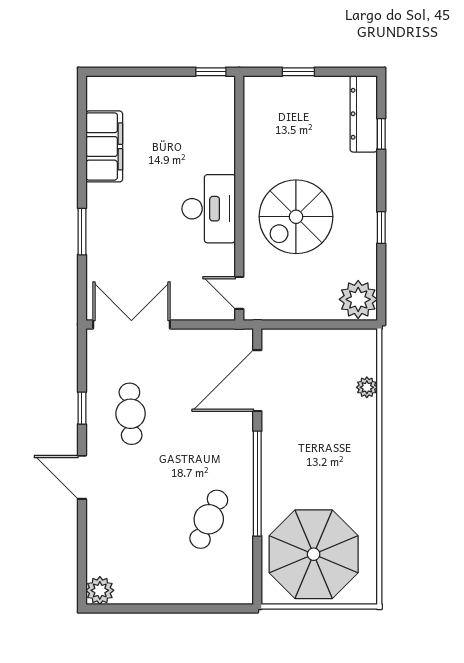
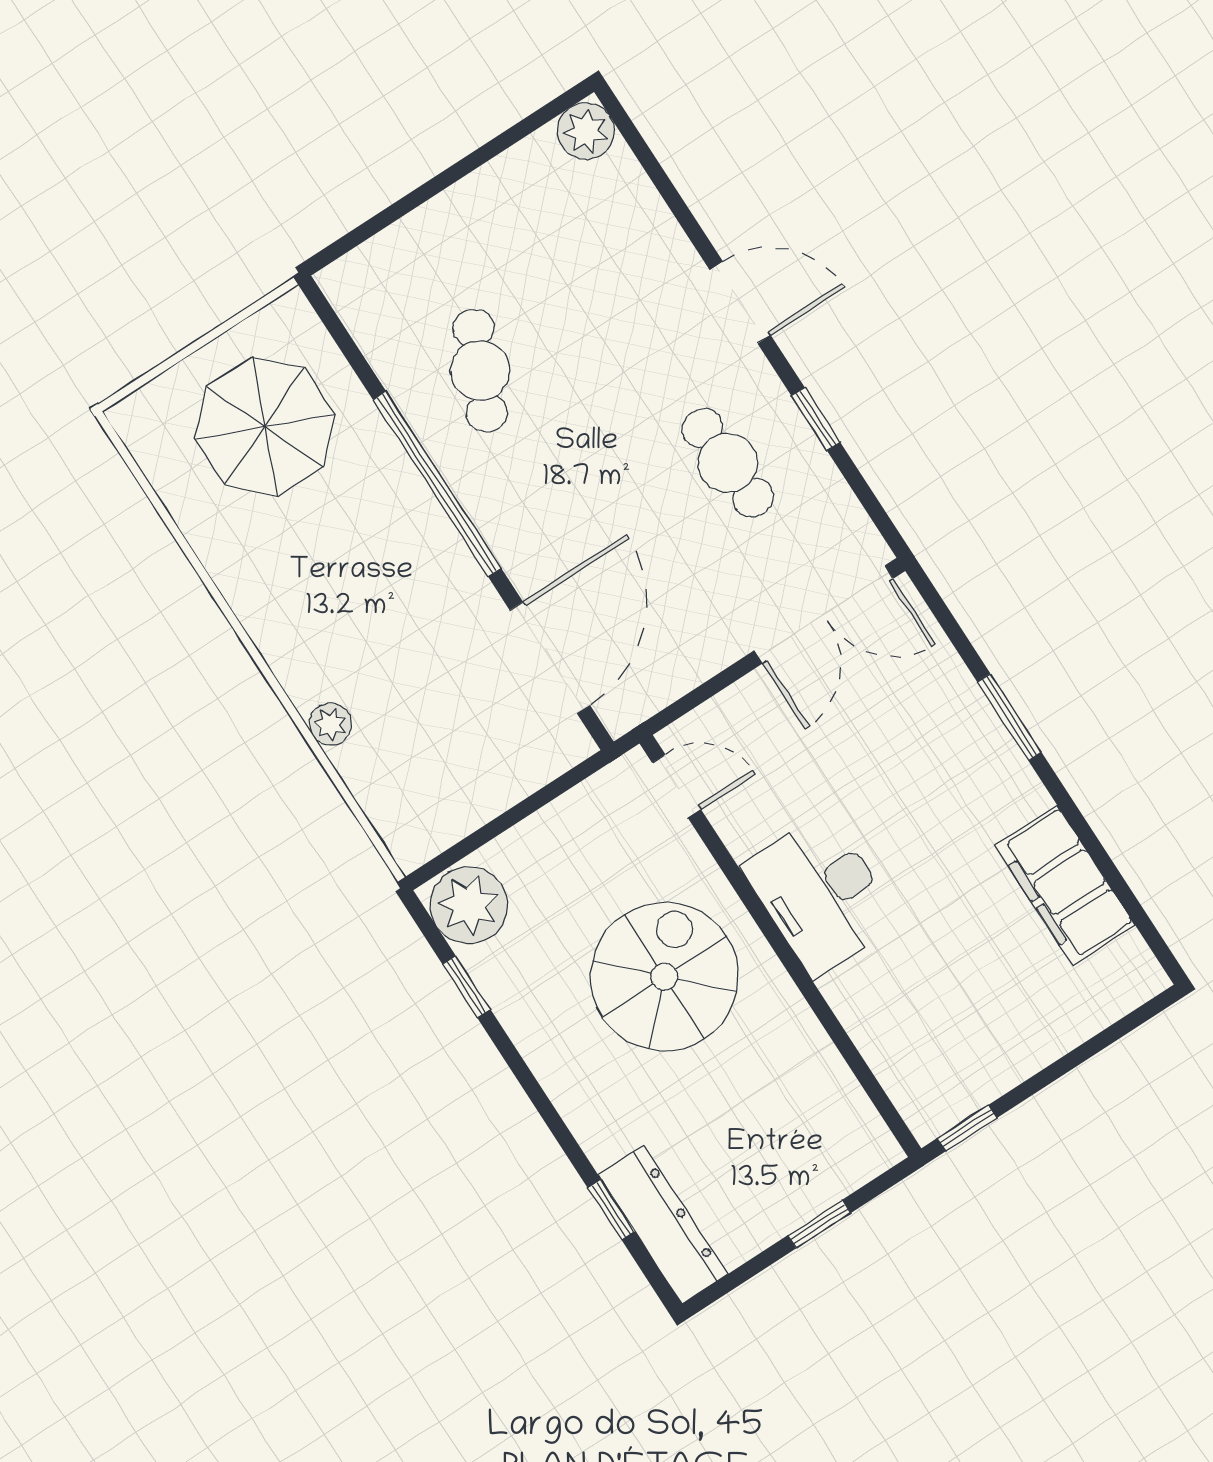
window: (381, 228) -> (466, 987), moved
plant: (367, 387) -> (330, 724), moved
parasol: (314, 554) -> (265, 427), width x0.73, depth x0.73

